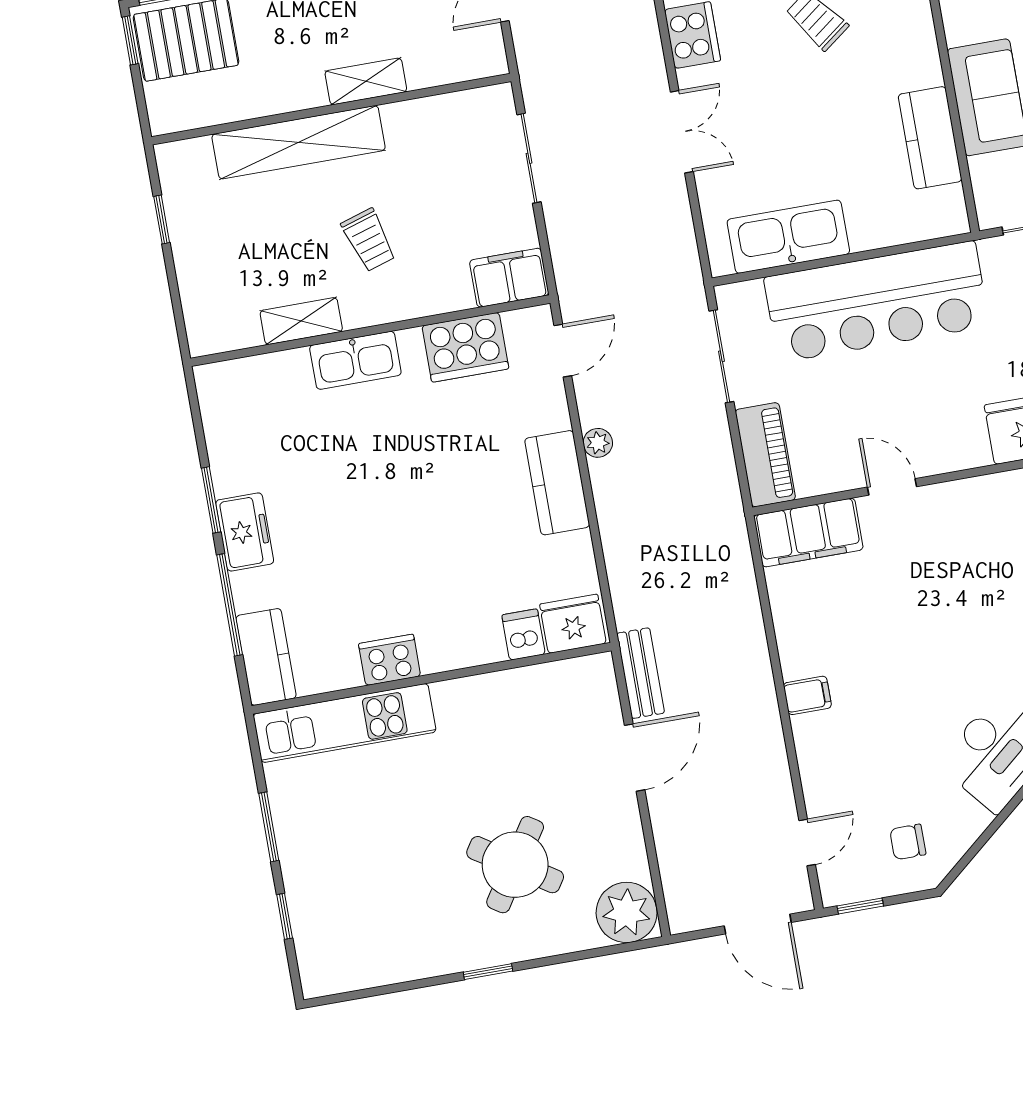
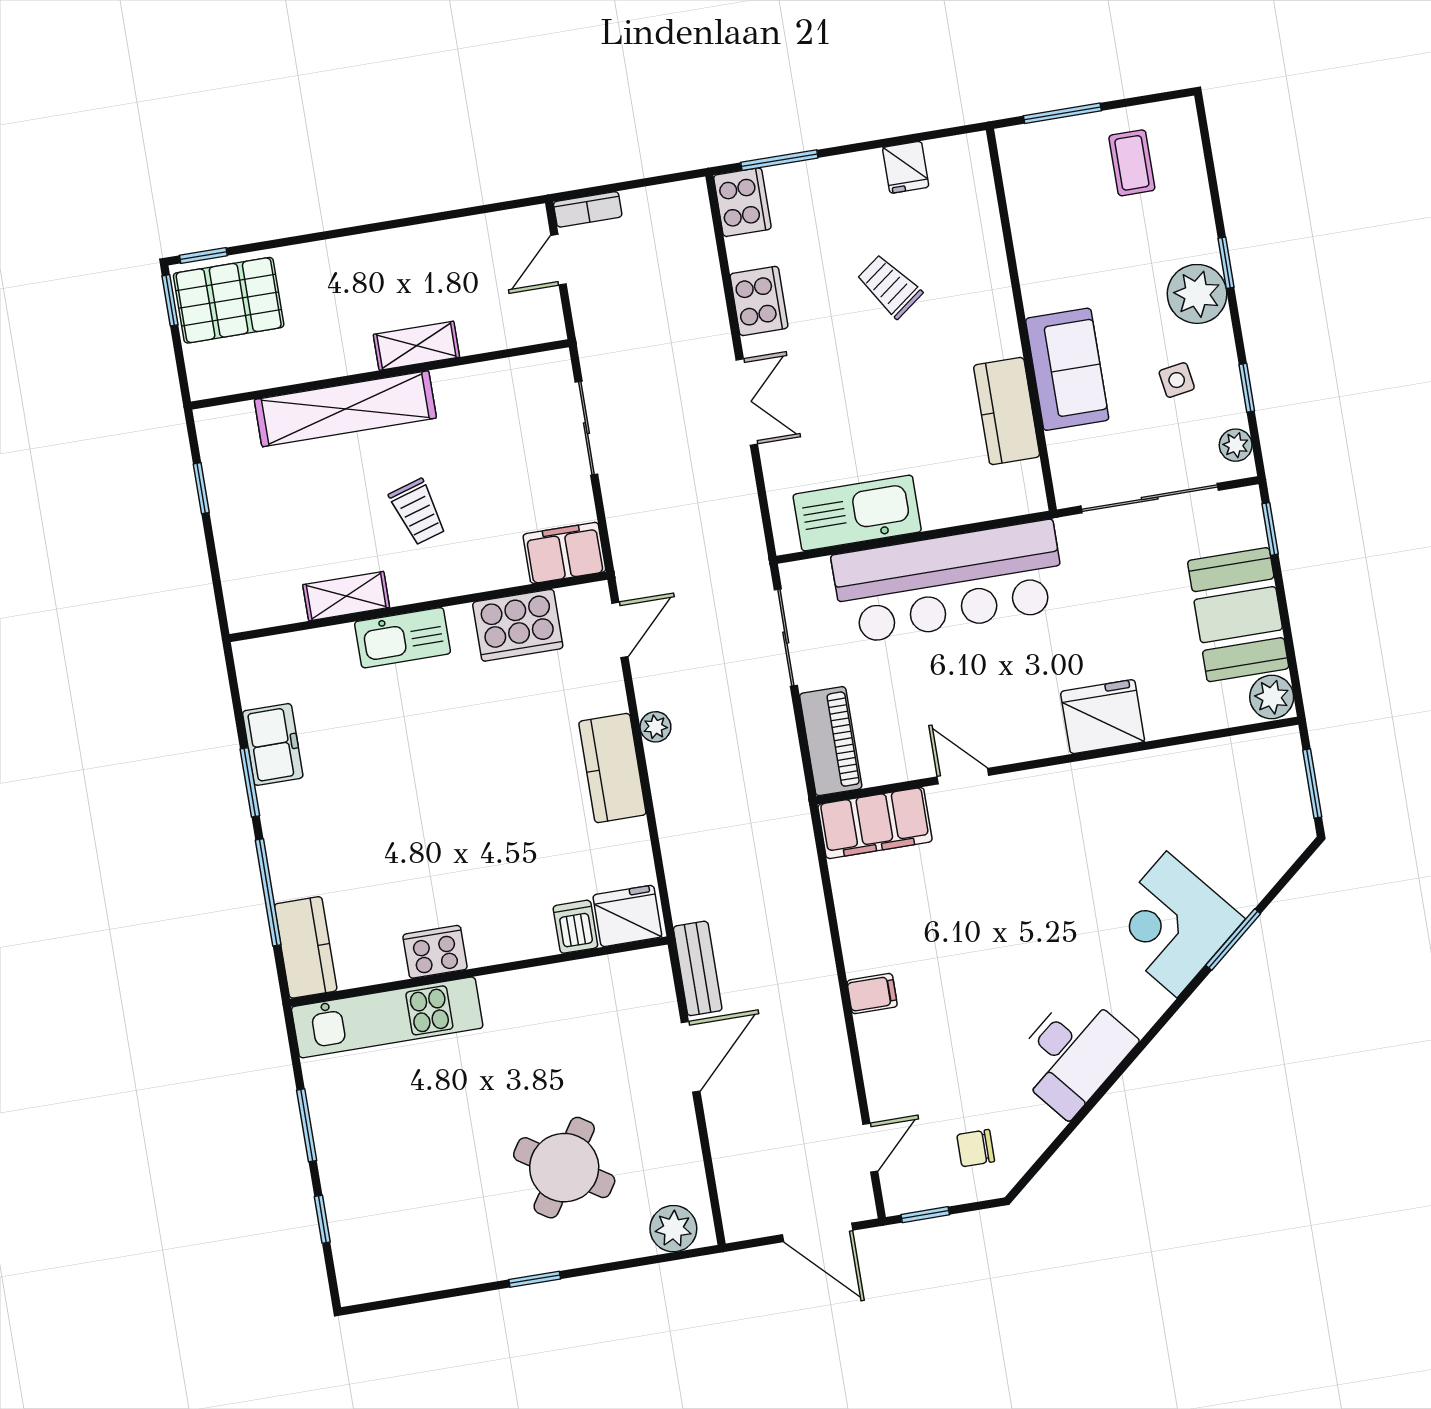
freezer: (245, 532) -> (273, 744), moved
plant: (627, 912) -> (673, 1229), width x0.73, depth x0.73

